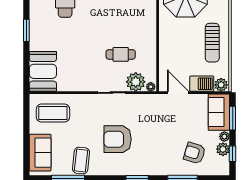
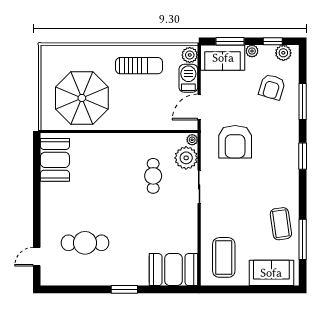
armchair: (118, 139) -> (235, 142), moved
plant: (223, 149) -> (283, 53), moved
coffee table: (81, 160) -> (281, 224), turned 76

